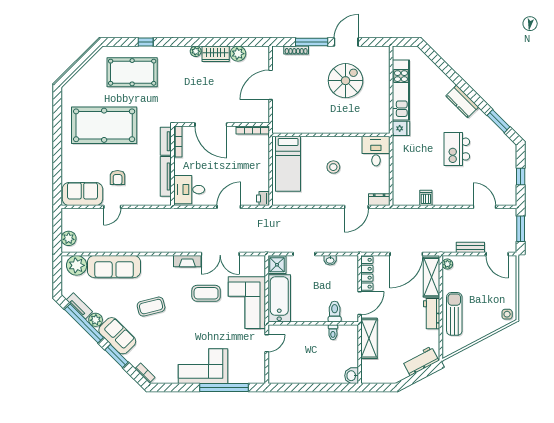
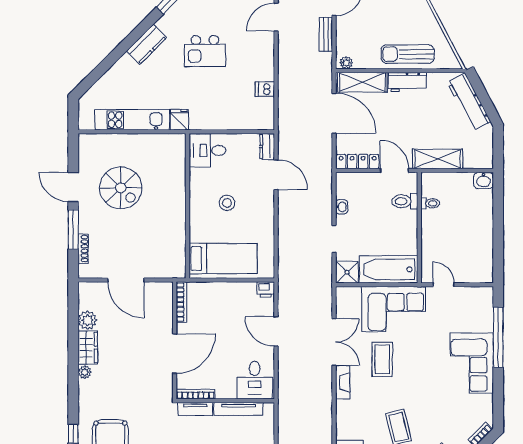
spiral stairs: (346, 81) -> (121, 188), turned 180
workbench: (421, 361) -> (469, 102), width x1.38

